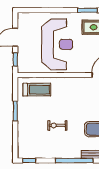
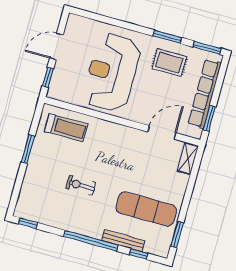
reception desk: (57, 44) -> (112, 72), turned 180

